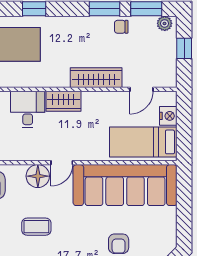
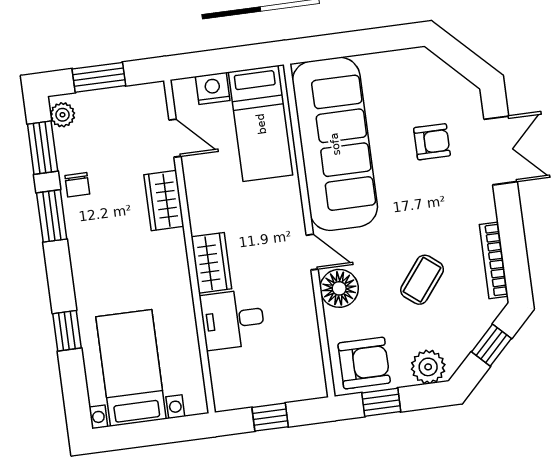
window: (184, 48) -> (99, 77), width x1.50
wardrobe: (96, 78) -> (164, 201), width x0.67
coffee table: (36, 227) -> (422, 280), turned 38

